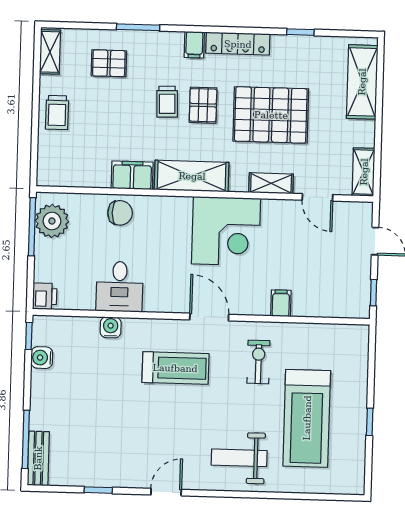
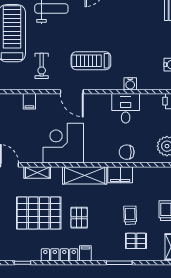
trolley: (167, 102) -> (130, 215), moved

